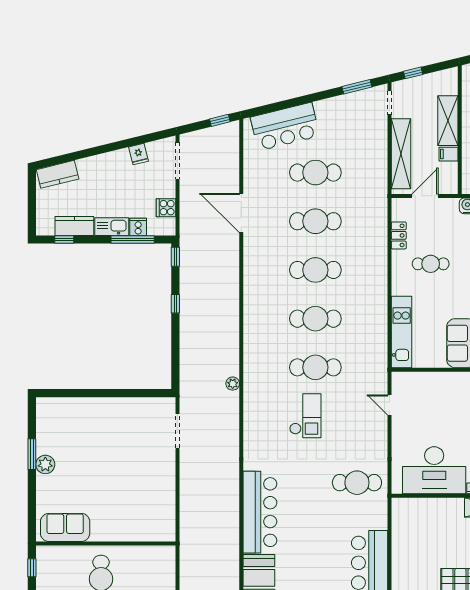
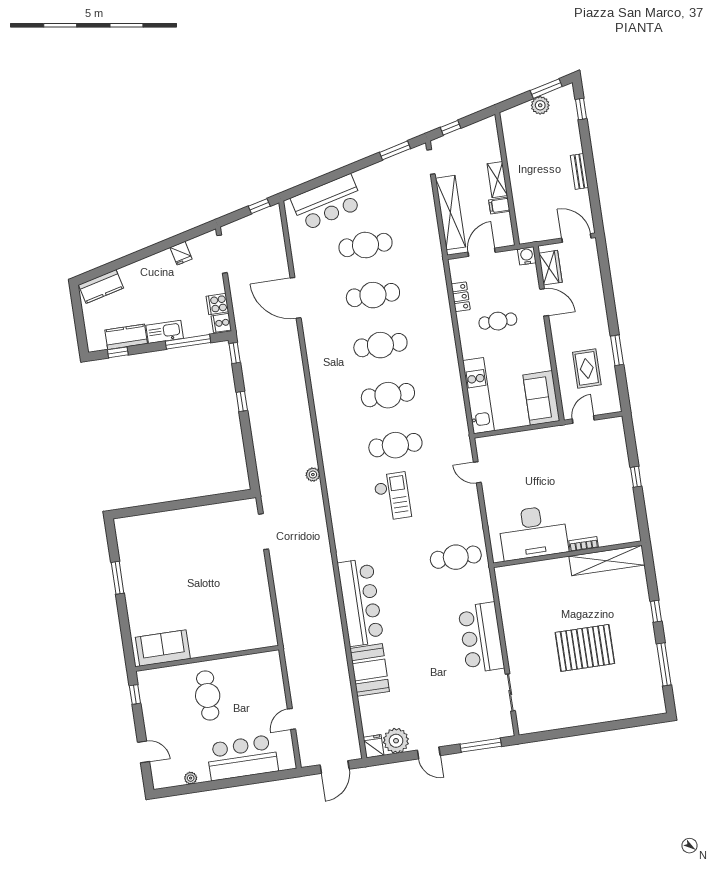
shelving: (448, 121) -> (497, 180), width x0.67, depth x0.75
cooker: (138, 227) -> (221, 323), moved, turned -90
plant: (45, 464) -> (133, 586), removed

